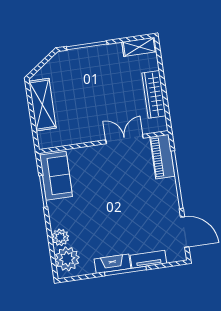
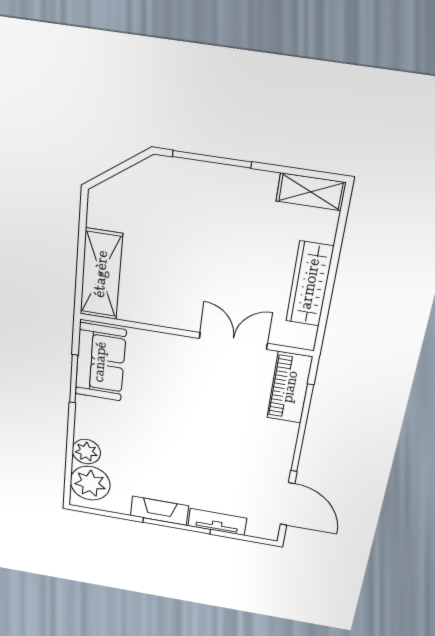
shelving: (42, 105) -> (101, 274), moved

